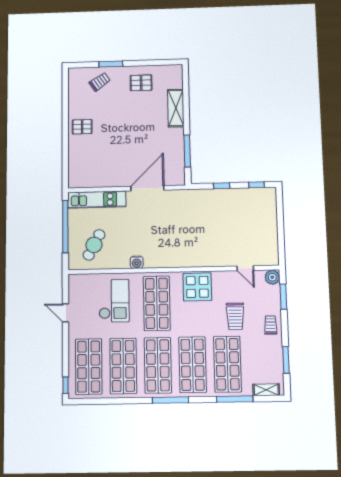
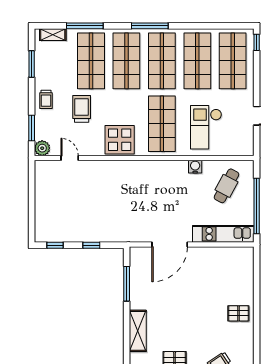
water cooler: (137, 262) -> (195, 167), moved

